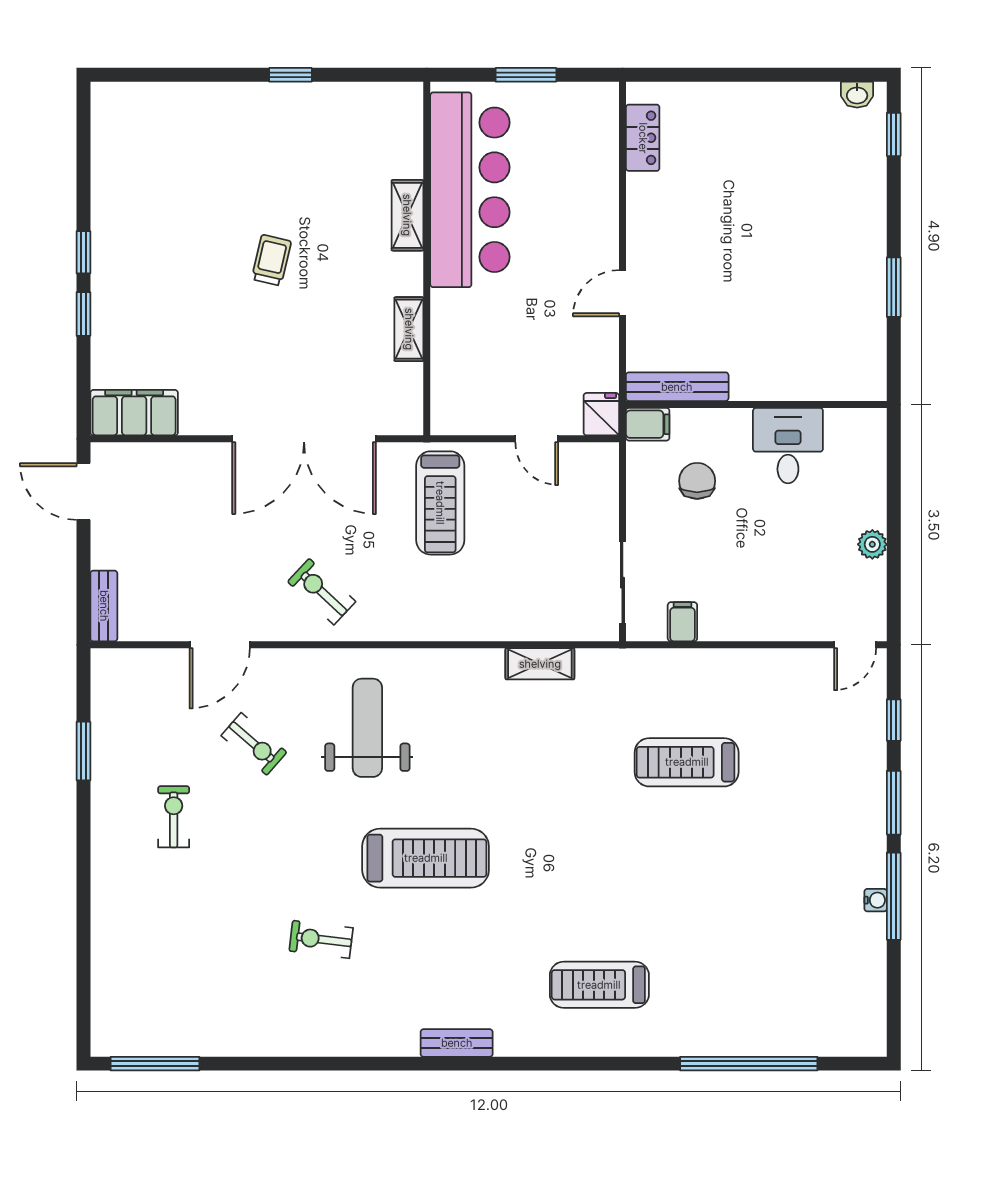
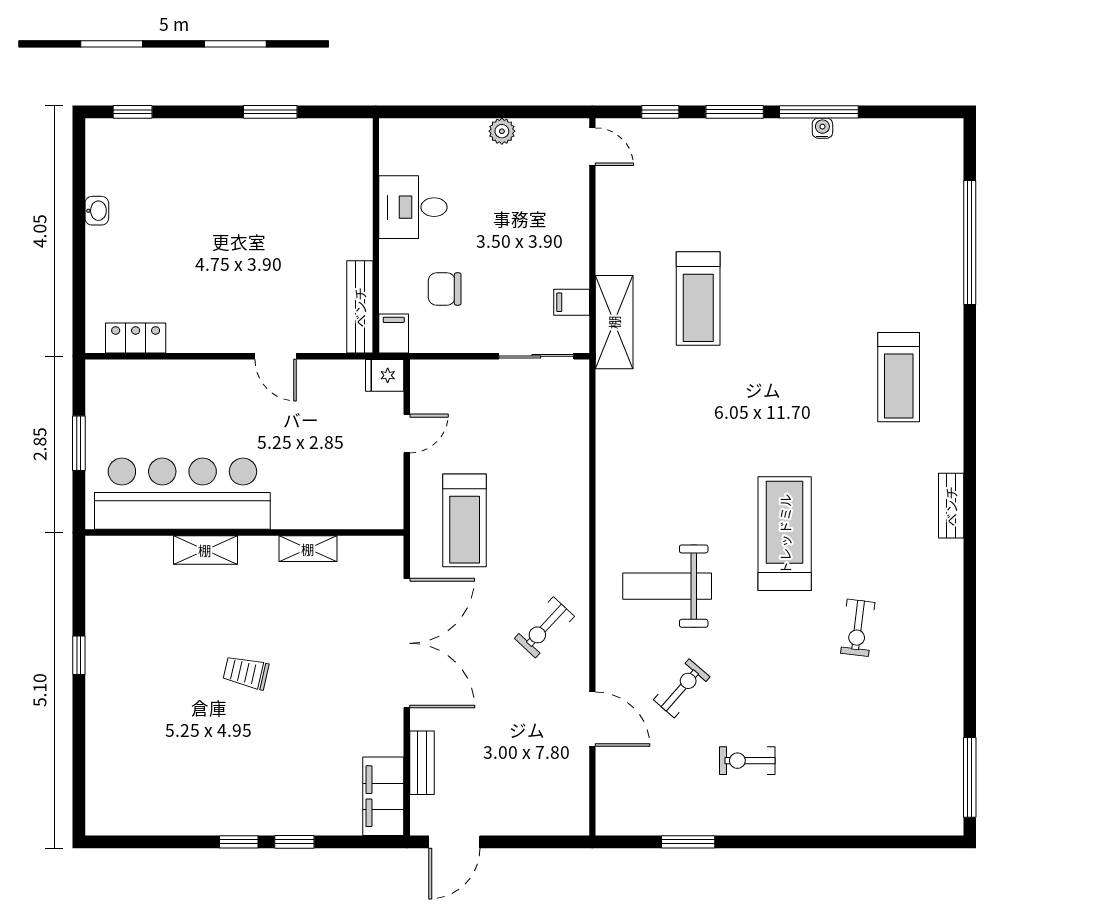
washbasin: (857, 95) -> (97, 211), moved
treadmill: (440, 503) -> (465, 520), turned 90
bench: (104, 606) -> (422, 763), moved, turned 90
shelving: (540, 664) -> (614, 322), moved, width x1.50, depth x1.33

